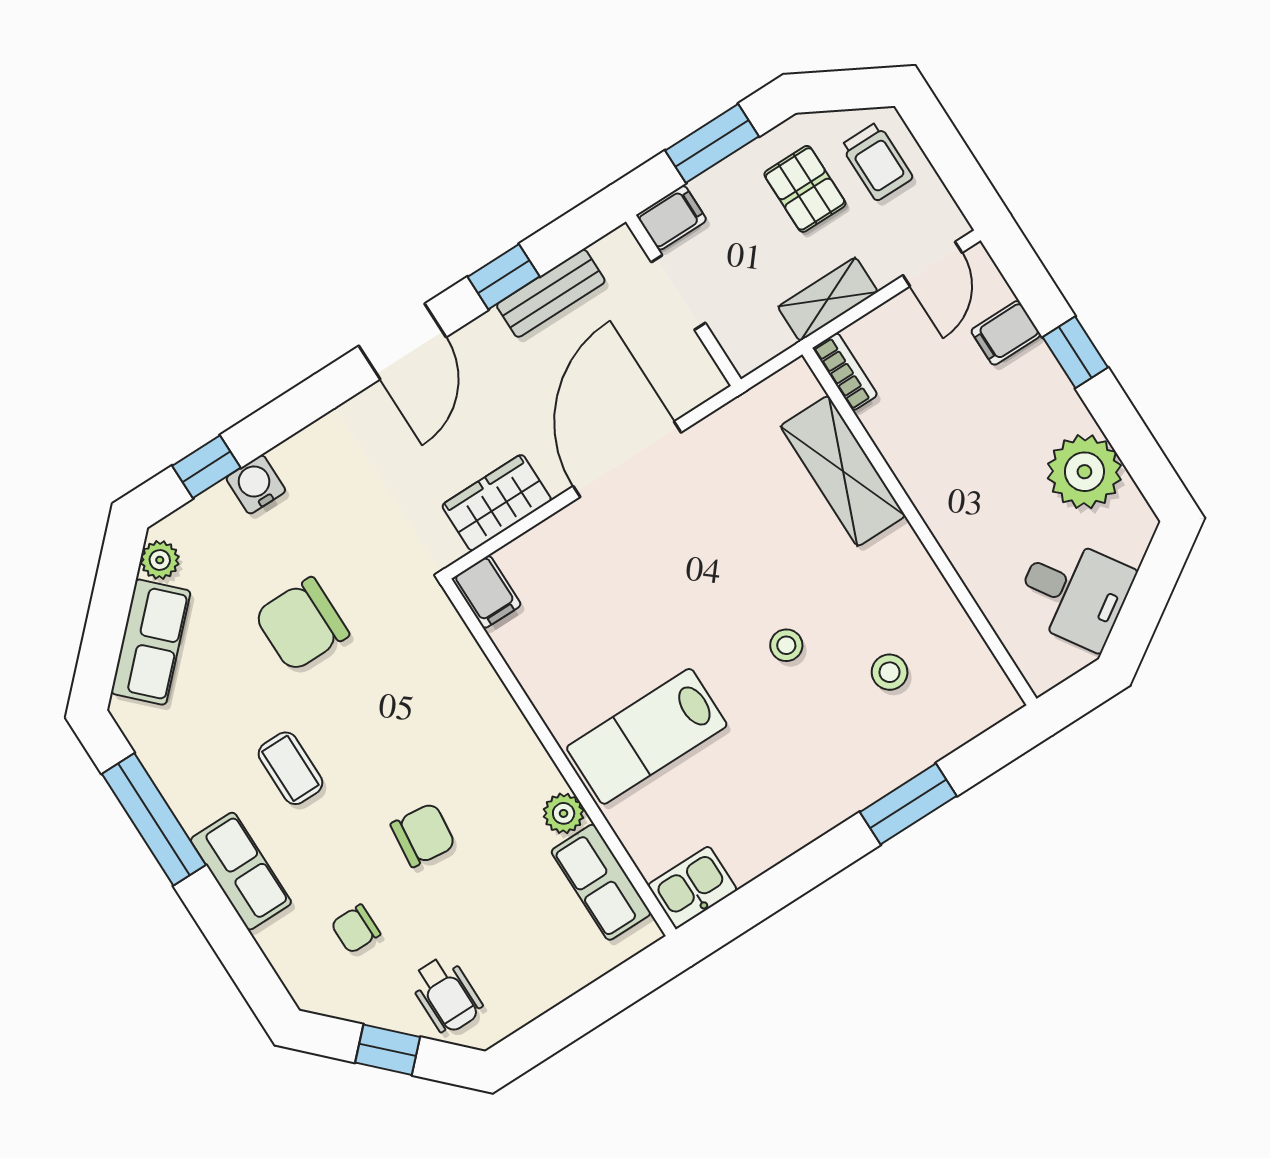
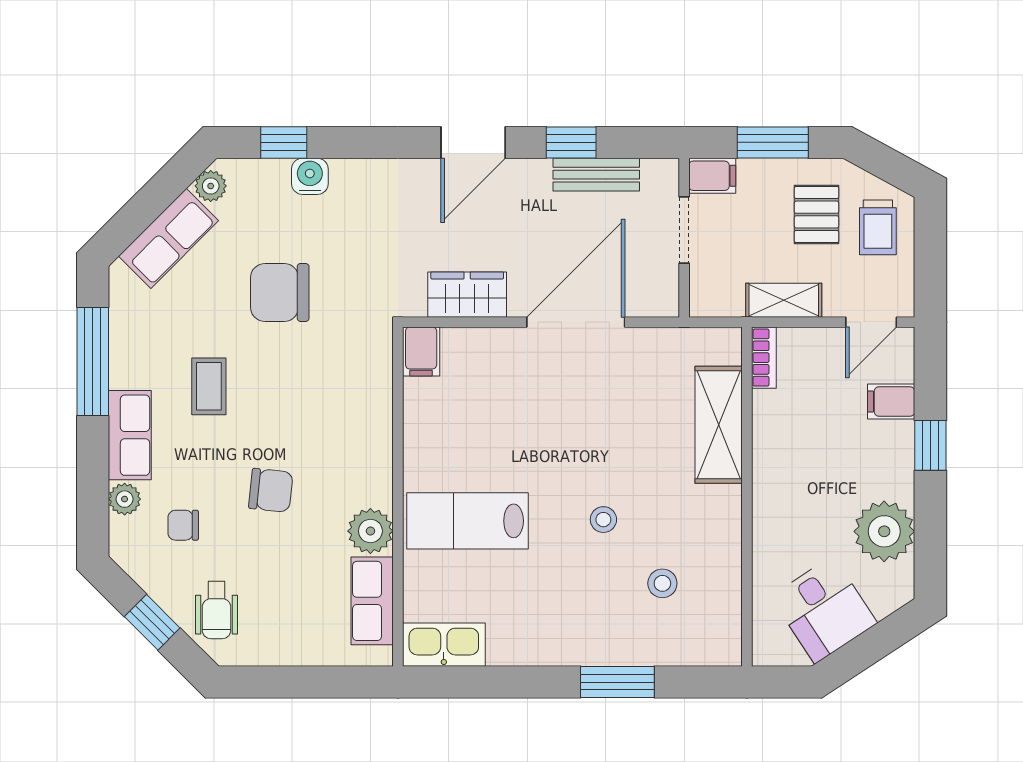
plant: (564, 813) -> (370, 531), width x1.38, depth x1.38
kitchen sink: (692, 887) -> (444, 645), width x1.38
plant: (278, 941) -> (125, 499), added

